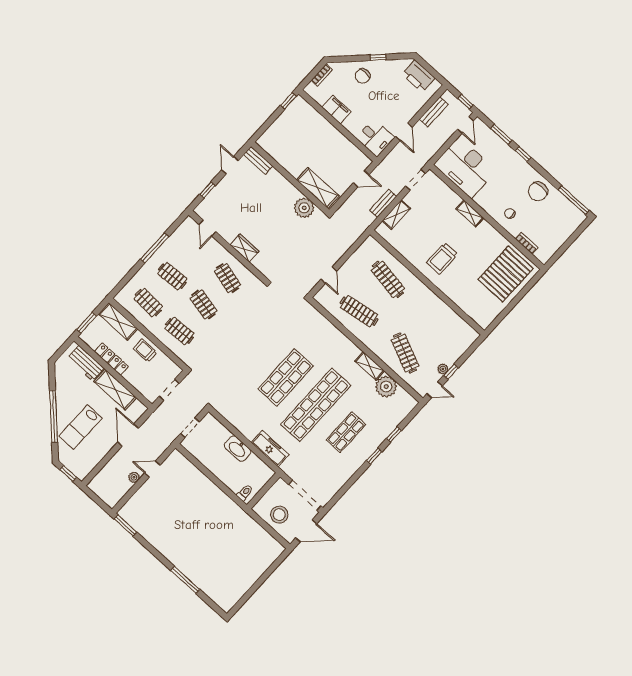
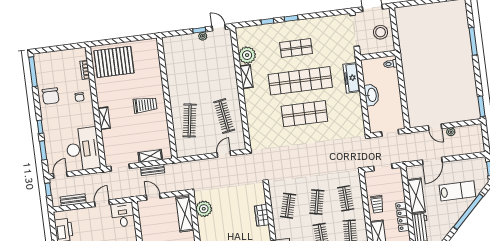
chair: (538, 191) -> (51, 96), turned 90
clothes rail: (405, 353) -> (218, 66), removed

